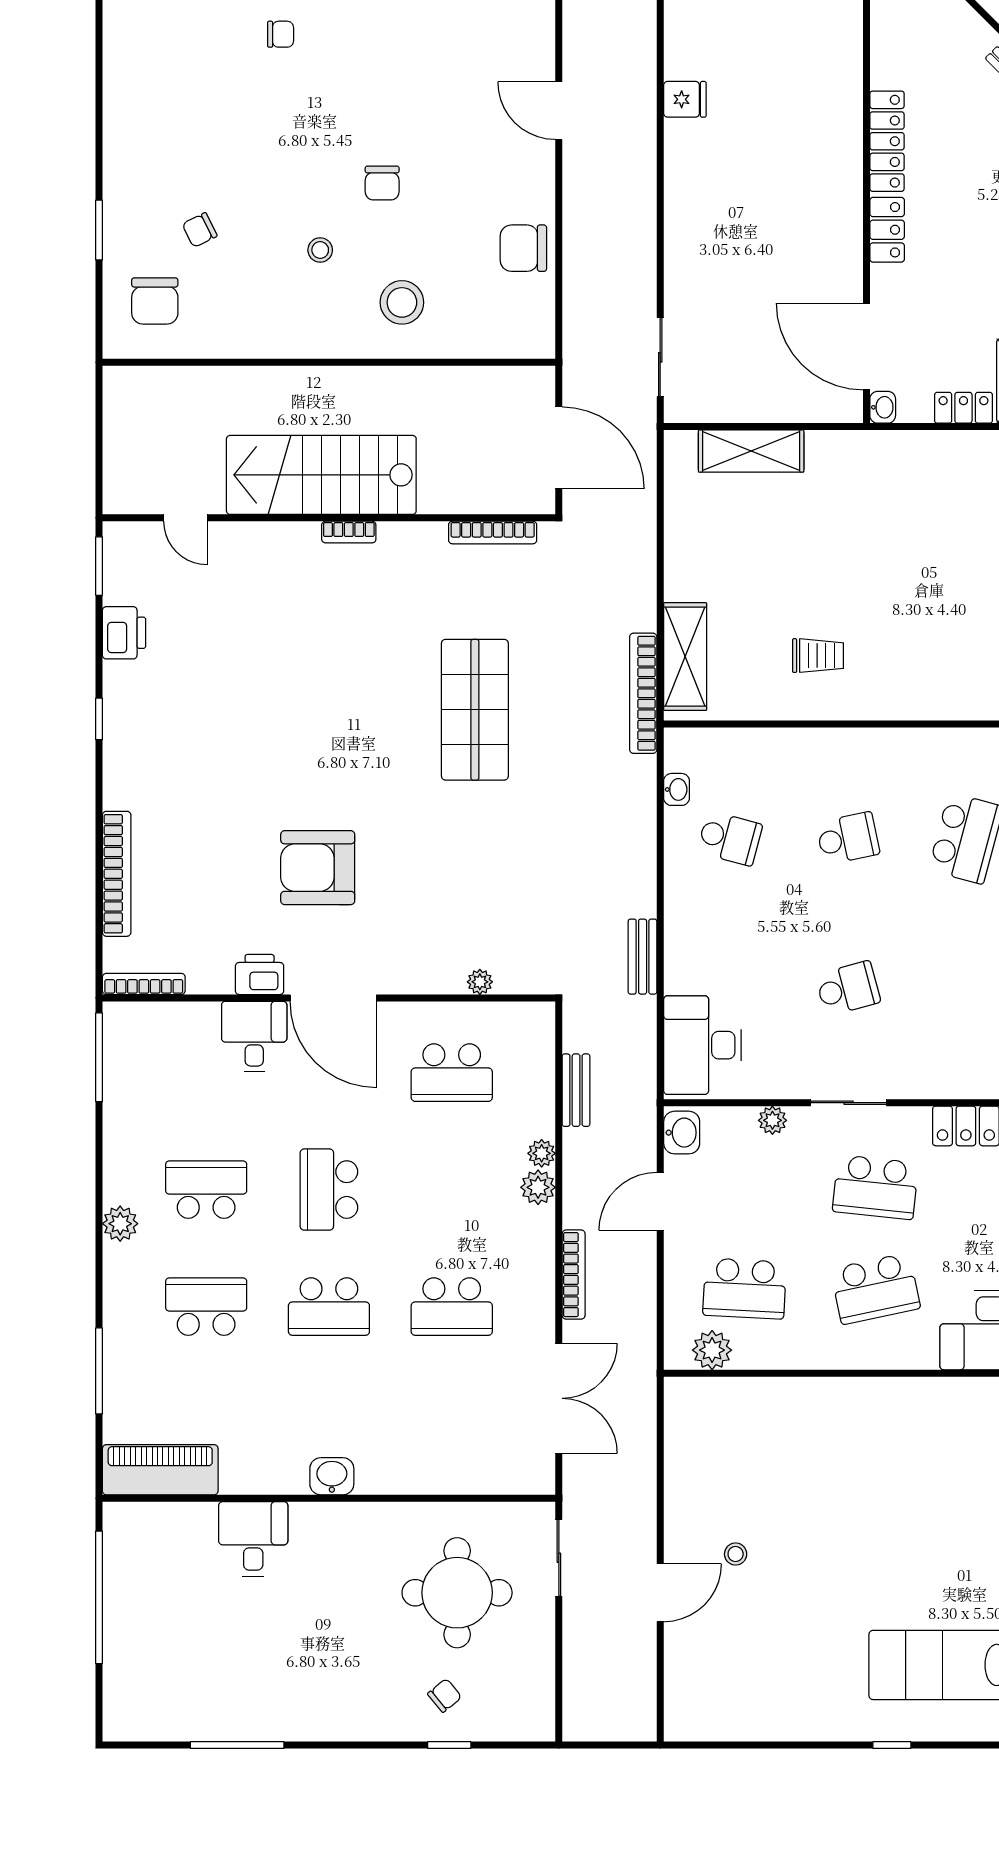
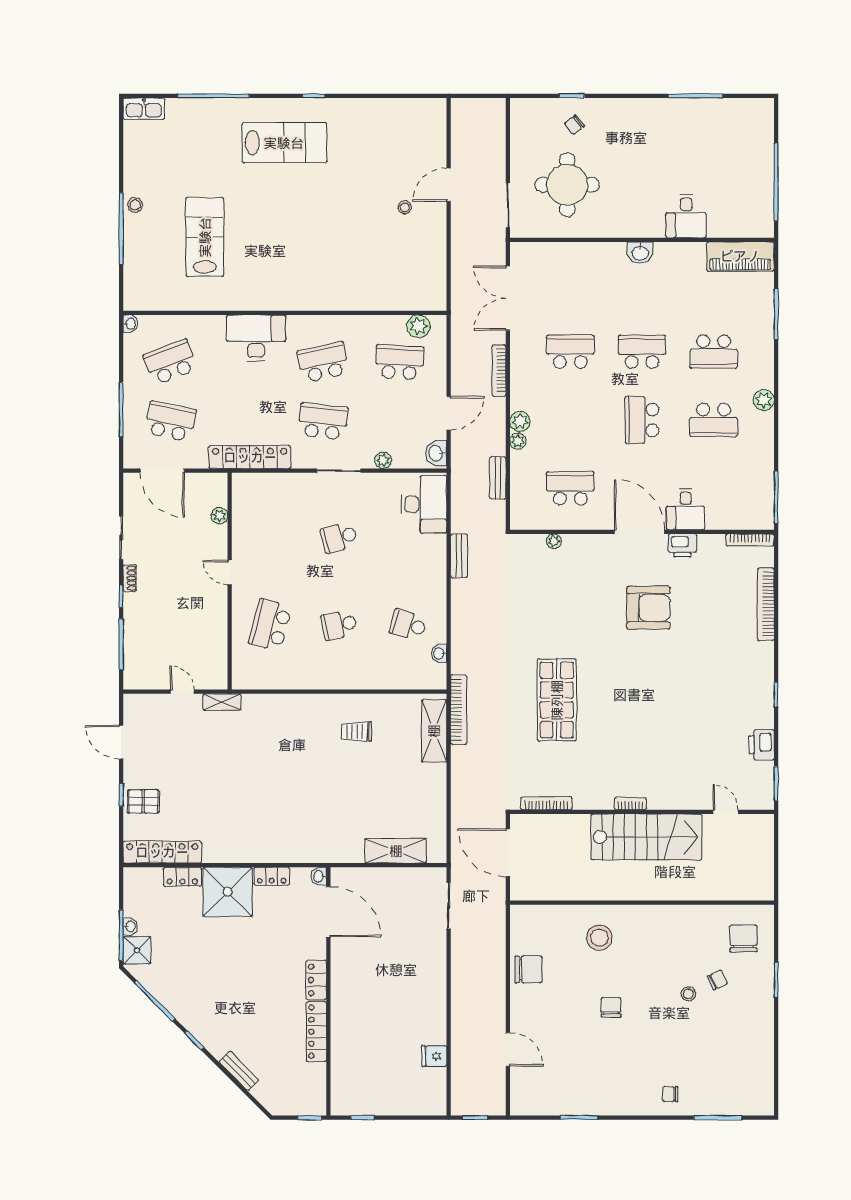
stool: (320, 250) -> (688, 994), moved
school desk: (329, 1190) -> (642, 420), turned 180

